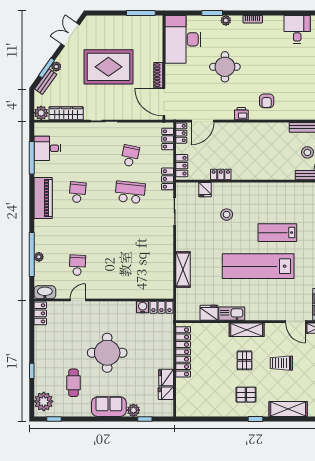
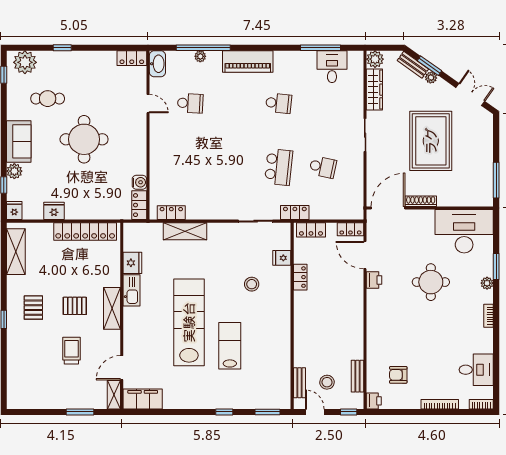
armchair: (267, 101) -> (398, 375), moved
printer: (241, 114) -> (374, 280), moved
locker: (168, 139) -> (171, 213), moved
piano: (43, 198) -> (248, 62), moved
fridge: (166, 393) -> (14, 211), moved
shelving: (288, 409) -> (16, 252), moved

